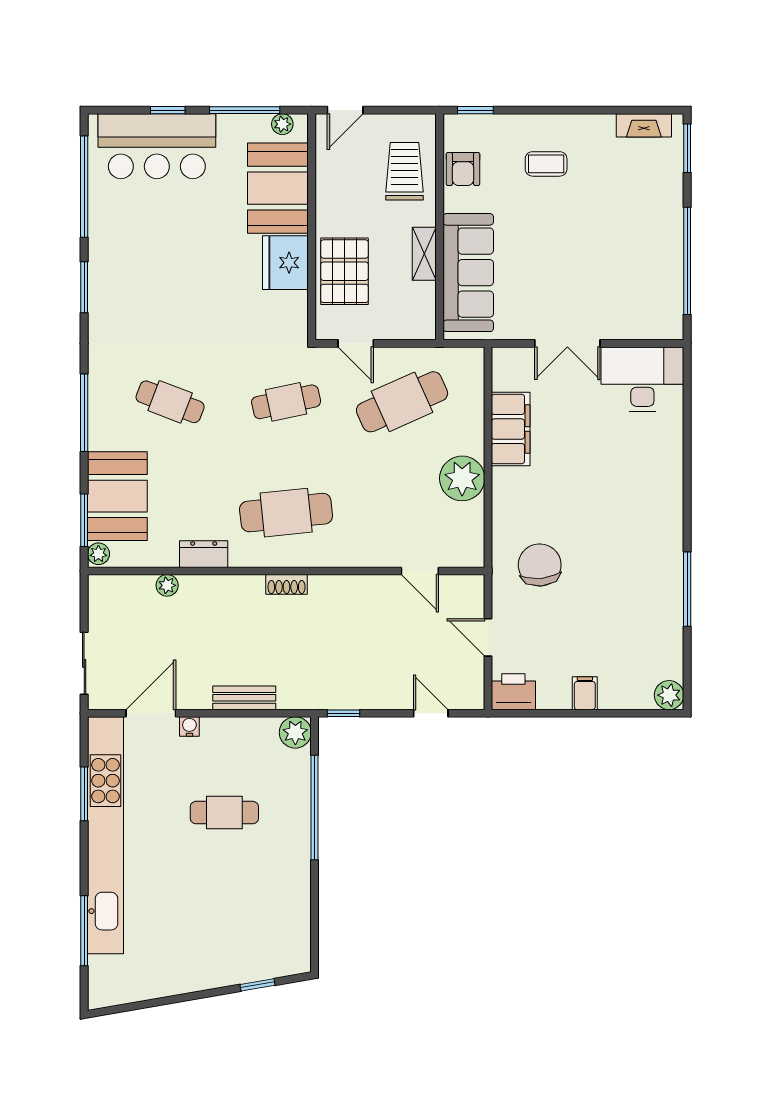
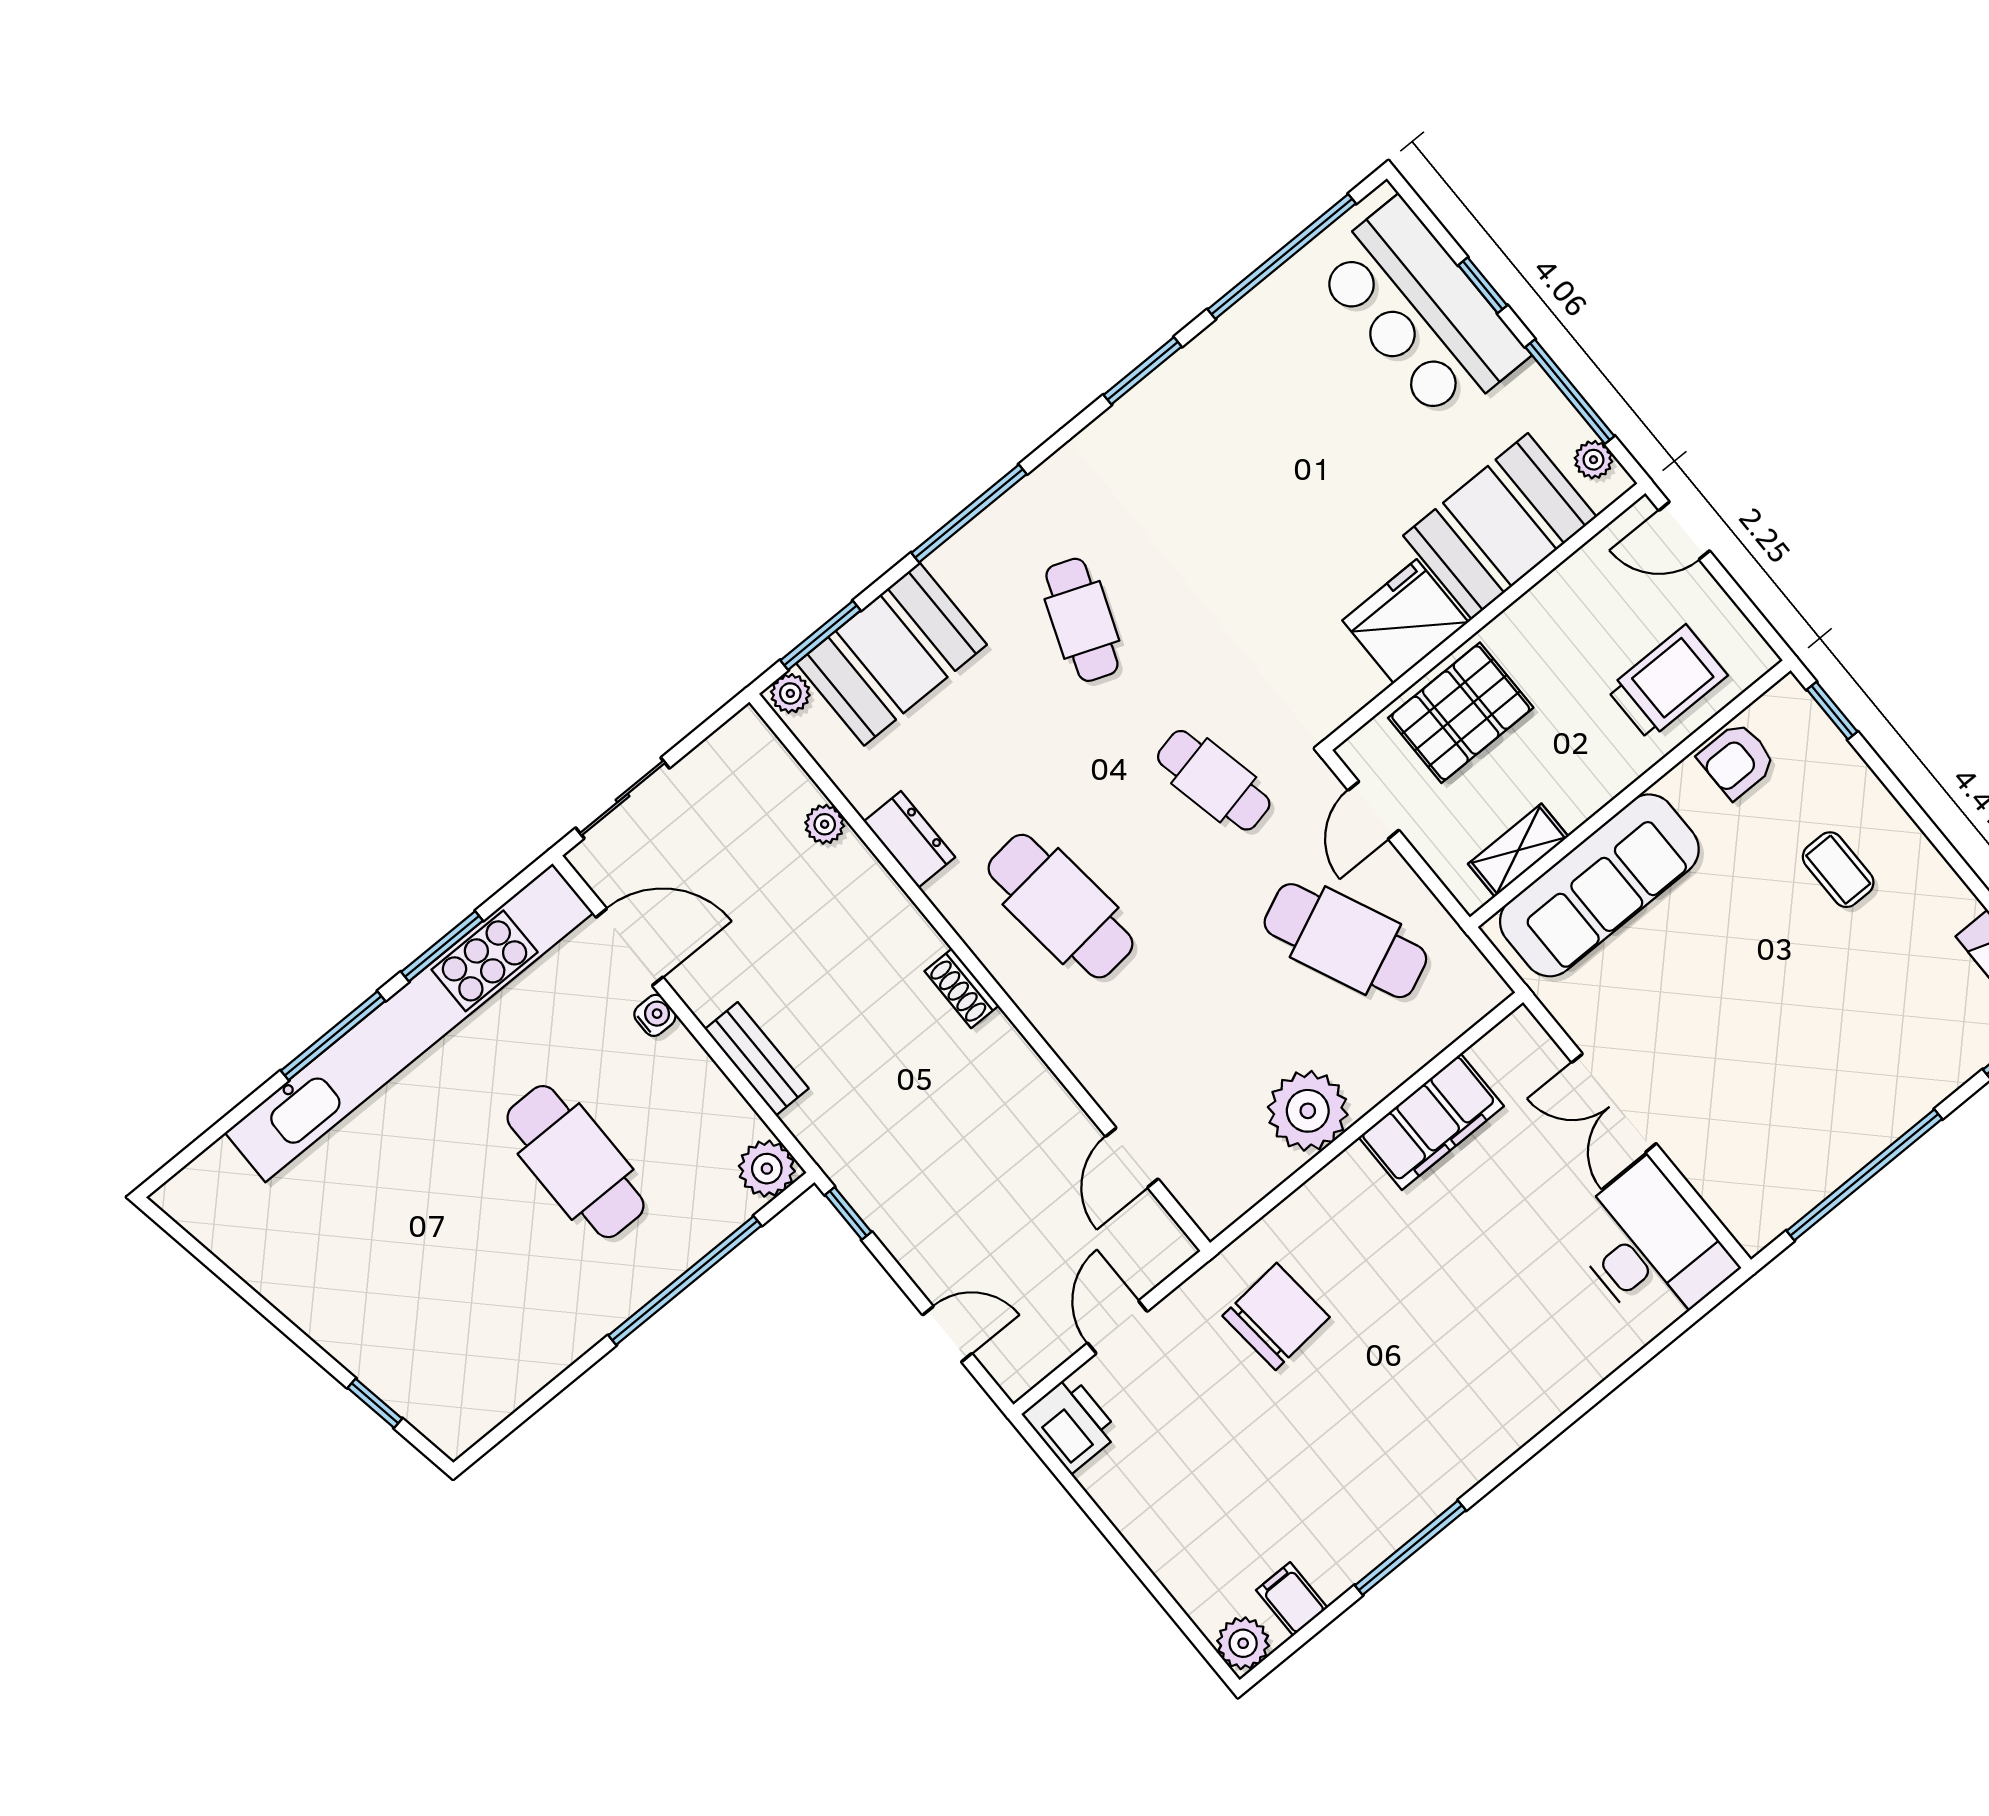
shelving: (424, 254) -> (1518, 850), moved
filing cabinet: (585, 693) -> (1292, 1599), moved, turned -90
door: (431, 713) -> (947, 1334), hinge flipped
cafe table: (224, 813) -> (576, 1162), width x1.37, depth x1.35
window: (84, 931) -> (333, 1036), moved

